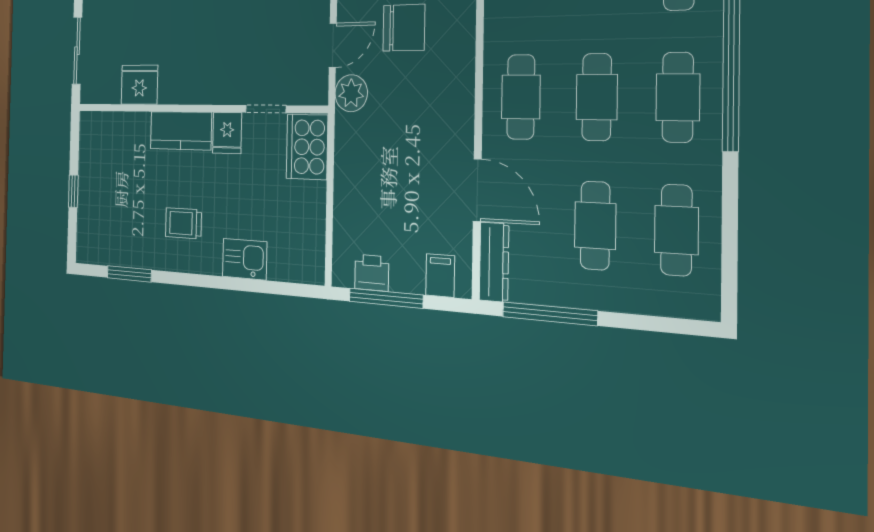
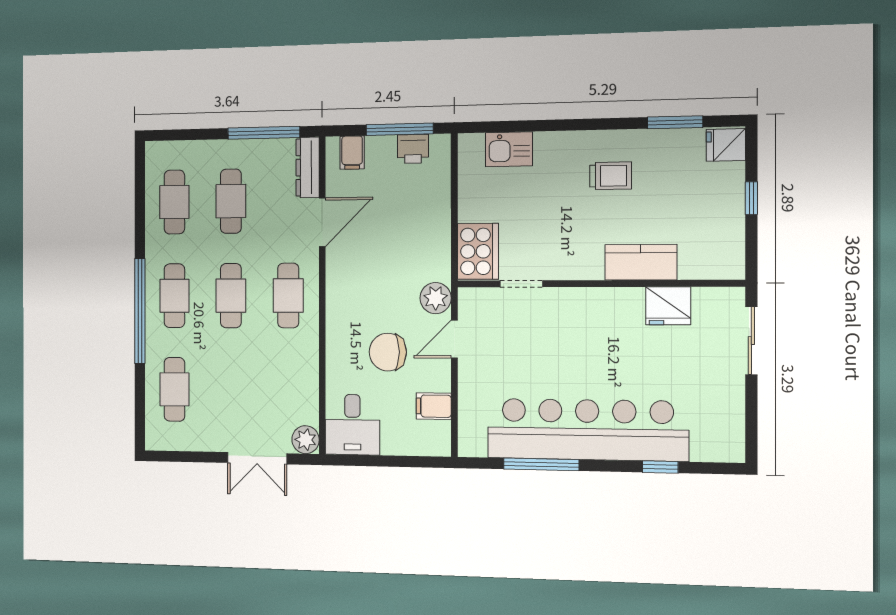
kitchen counter: (181, 131) -> (641, 262), moved
fridge: (227, 133) -> (726, 145), moved, turned -90
door: (477, 190) -> (322, 222), swing flipped
kitchen sink: (245, 259) -> (509, 149), moved

